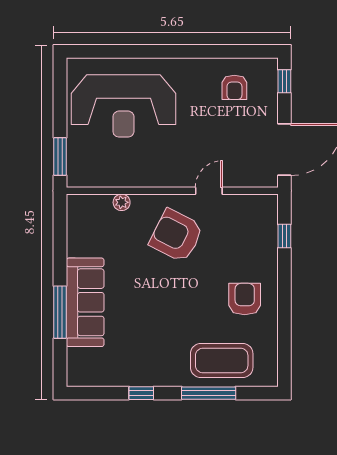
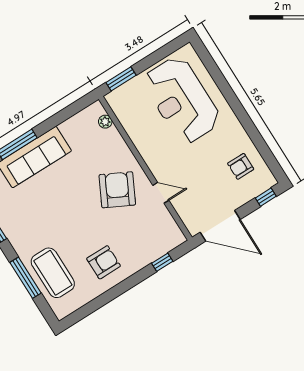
plant: (122, 202) -> (105, 122), moved

